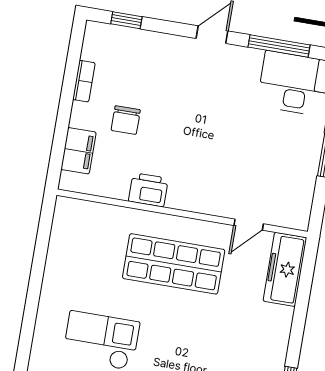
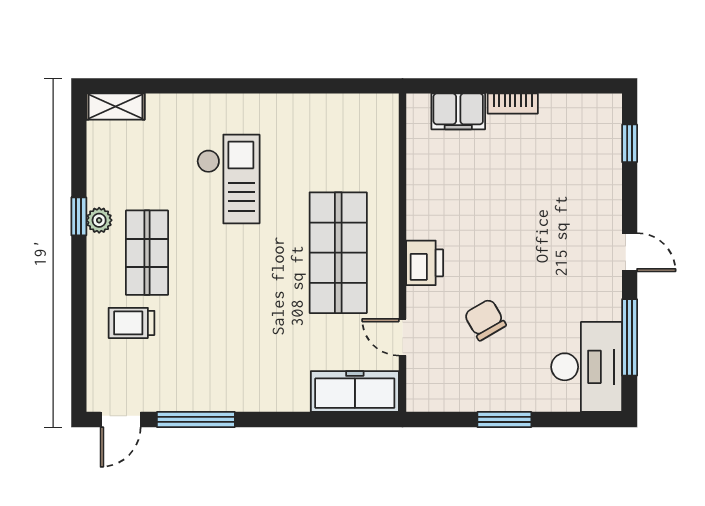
bookcase: (84, 81) -> (513, 103), moved
chair: (126, 120) -> (485, 320), moved, turned 60
printer: (148, 190) -> (425, 263), moved

